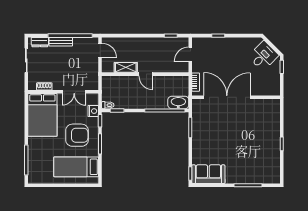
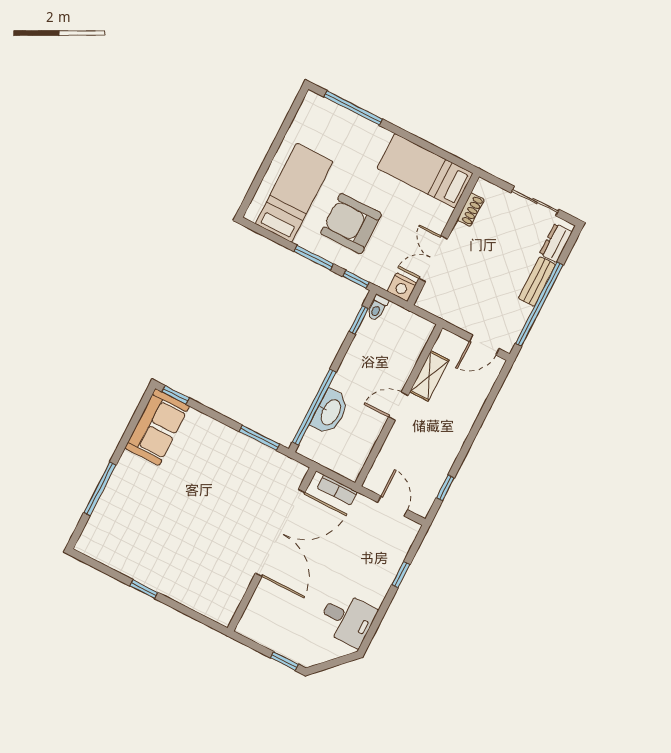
desk: (263, 56) -> (347, 619), moved, turned -45
washbasin: (178, 102) -> (330, 412), moved
nightstand: (93, 111) -> (402, 287), moved
bed: (42, 115) -> (425, 171), width x0.67
armchair: (77, 135) -> (351, 224), turned 90

